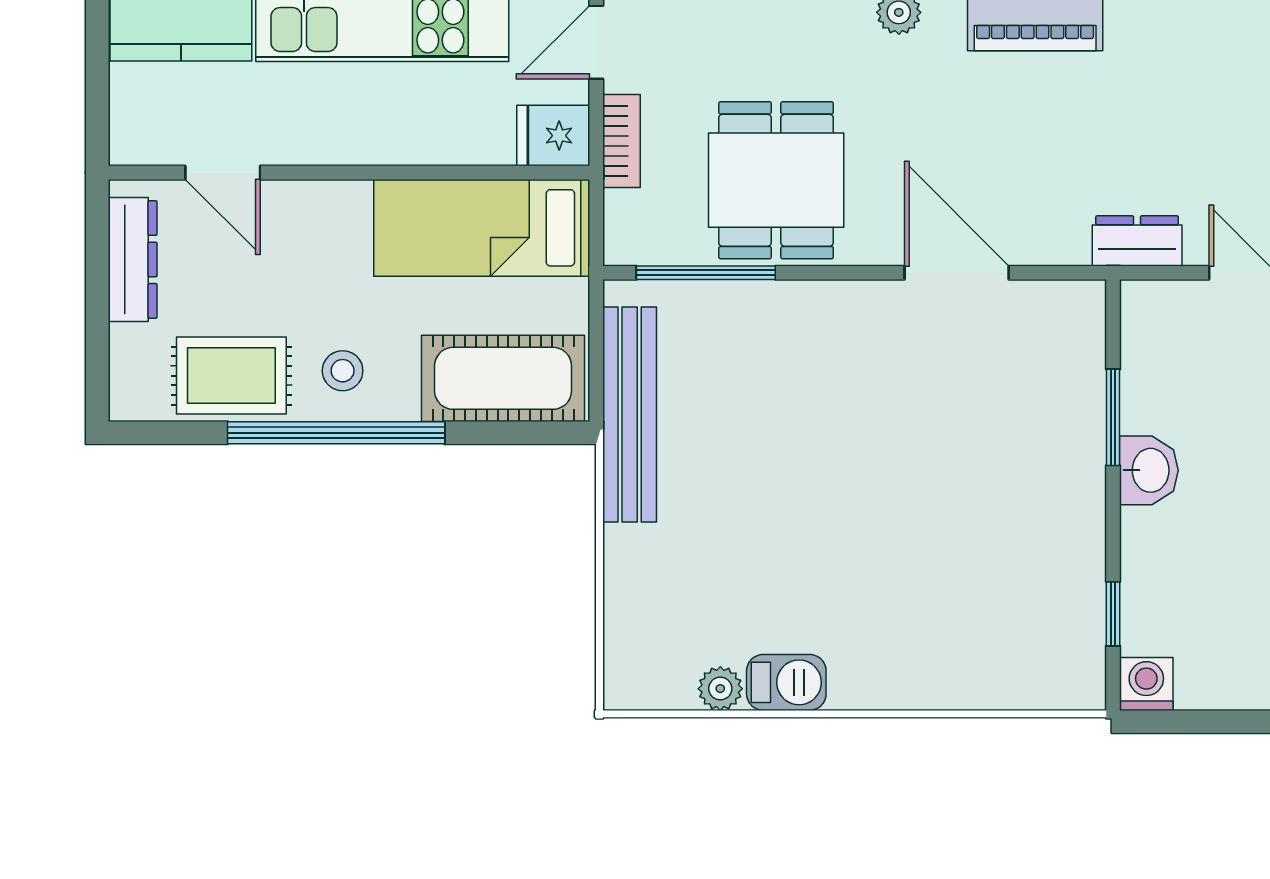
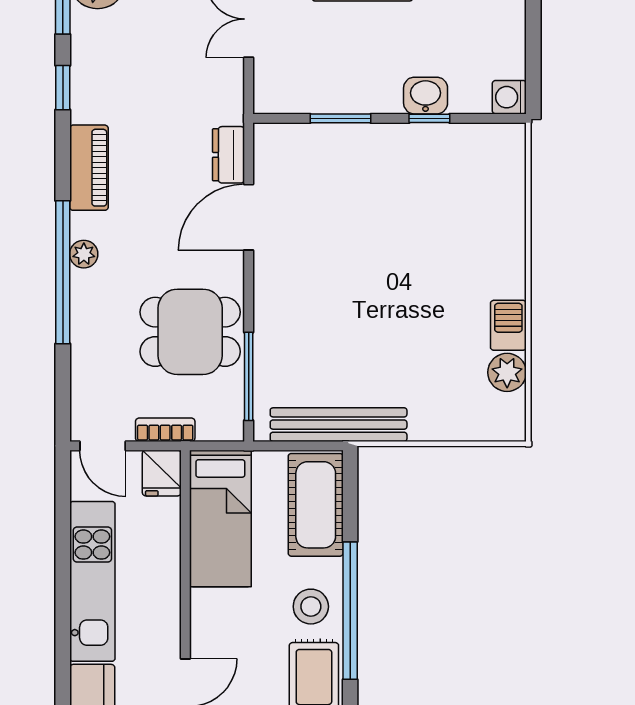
dresser: (1137, 241) -> (229, 155), moved
stool: (343, 371) -> (311, 607), width x1.37, depth x1.37
washbasin: (1149, 470) -> (426, 96), moved
window: (1113, 614) -> (429, 118), moved
plant: (720, 689) -> (507, 372), width x1.38, depth x1.38

